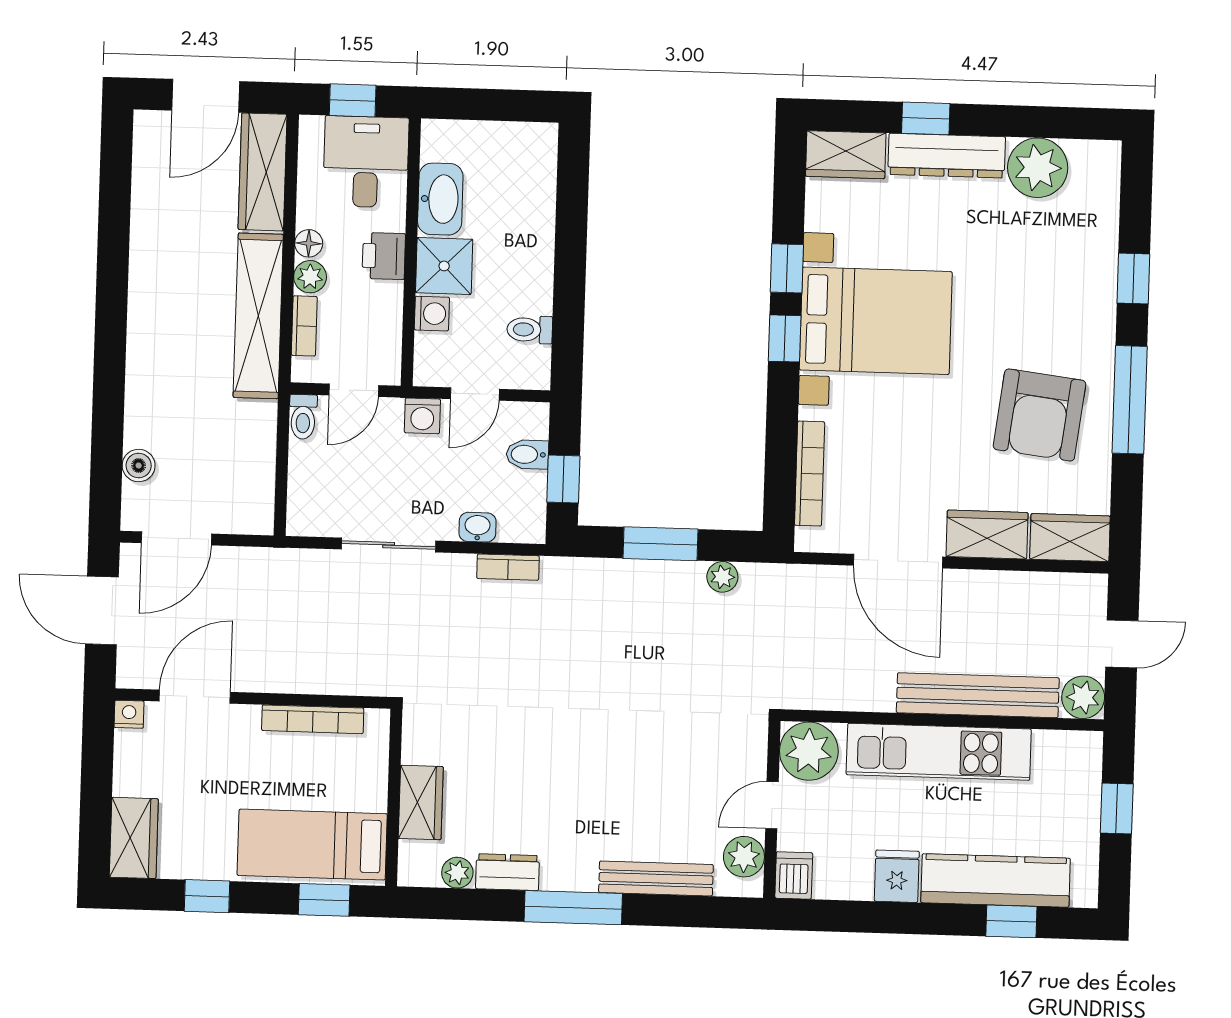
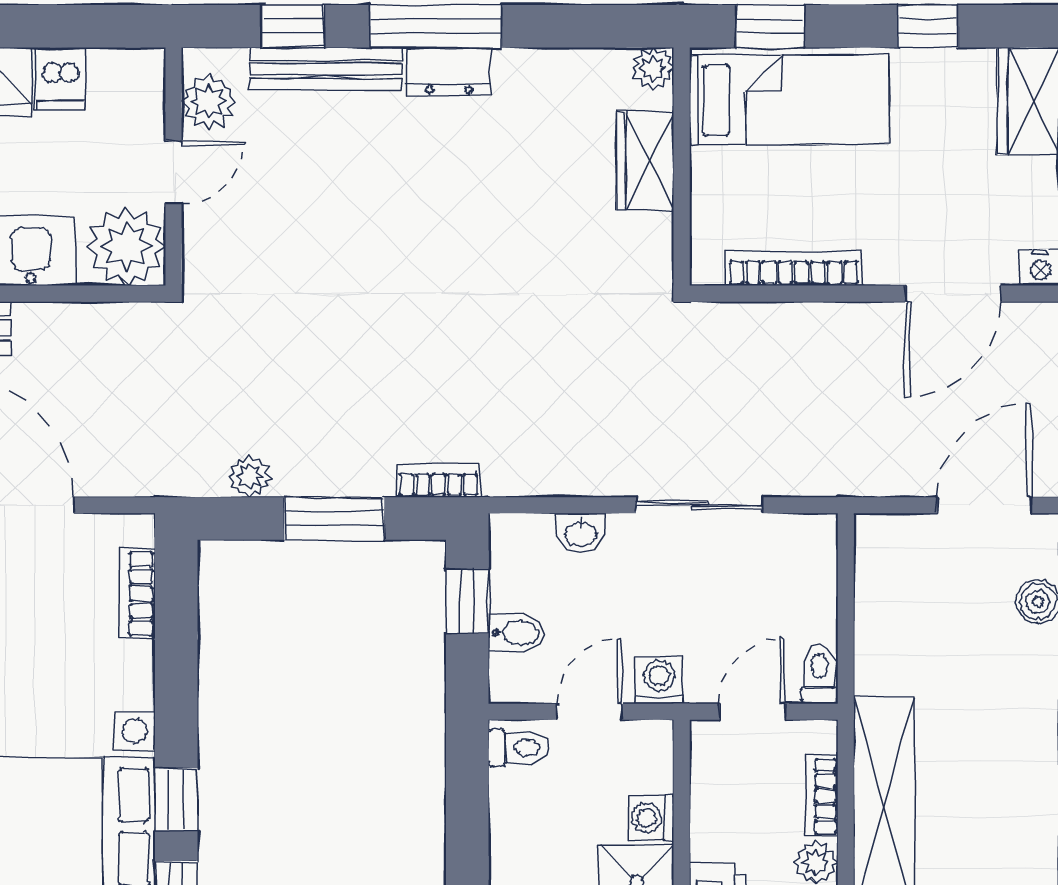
toilet: (530, 330) -> (519, 748), moved
bookcase: (810, 474) -> (137, 594), width x0.64
bookcase: (508, 567) -> (439, 481), moved
dresser: (507, 872) -> (449, 71), moved
plant: (457, 873) -> (653, 68), moved
dishwasher: (794, 875) -> (60, 79), moved
window: (679, 911) -> (293, 26), added

